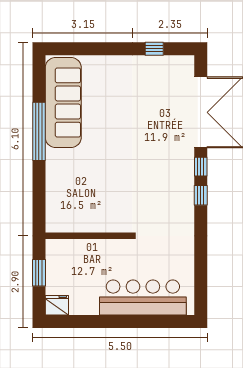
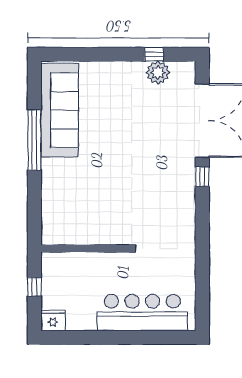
plant: (158, 66) -> (158, 73), added
window: (201, 195) -> (202, 206), removed
window: (39, 273) -> (34, 287), width x0.67

